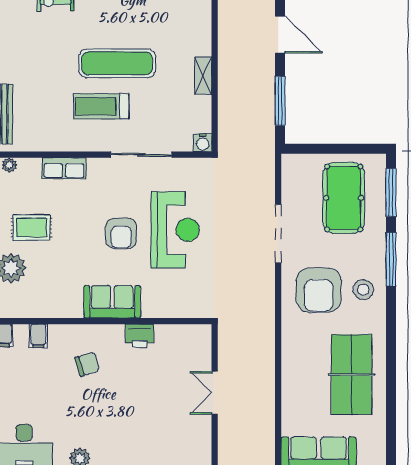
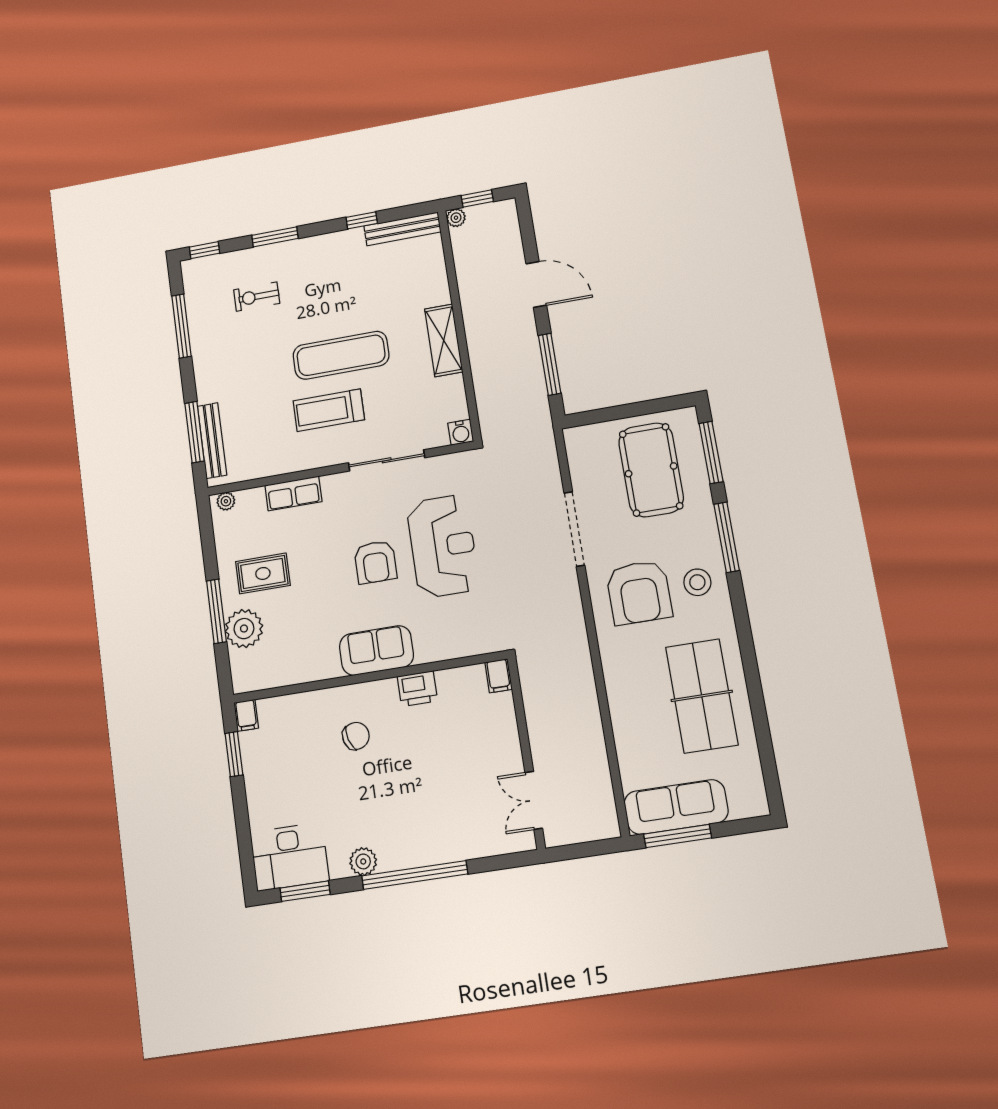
shelving: (203, 76) -> (444, 340), width x1.50, depth x1.33
filing cabinet: (38, 336) -> (499, 676), moved
double door: (215, 393) -> (534, 800), moved

